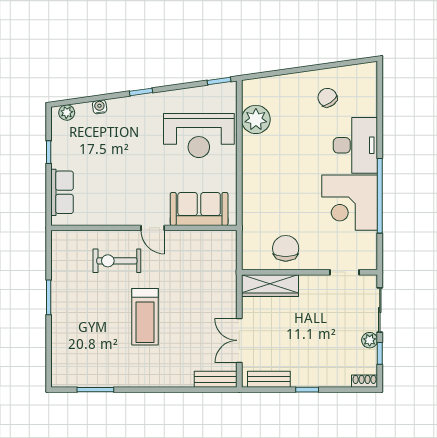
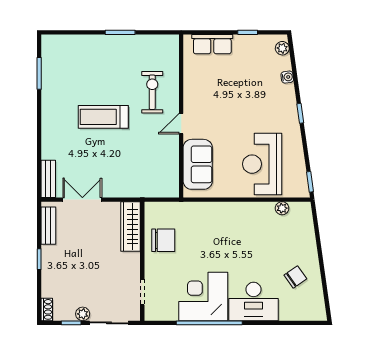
plant: (256, 119) -> (282, 208), width x0.53, depth x0.53

